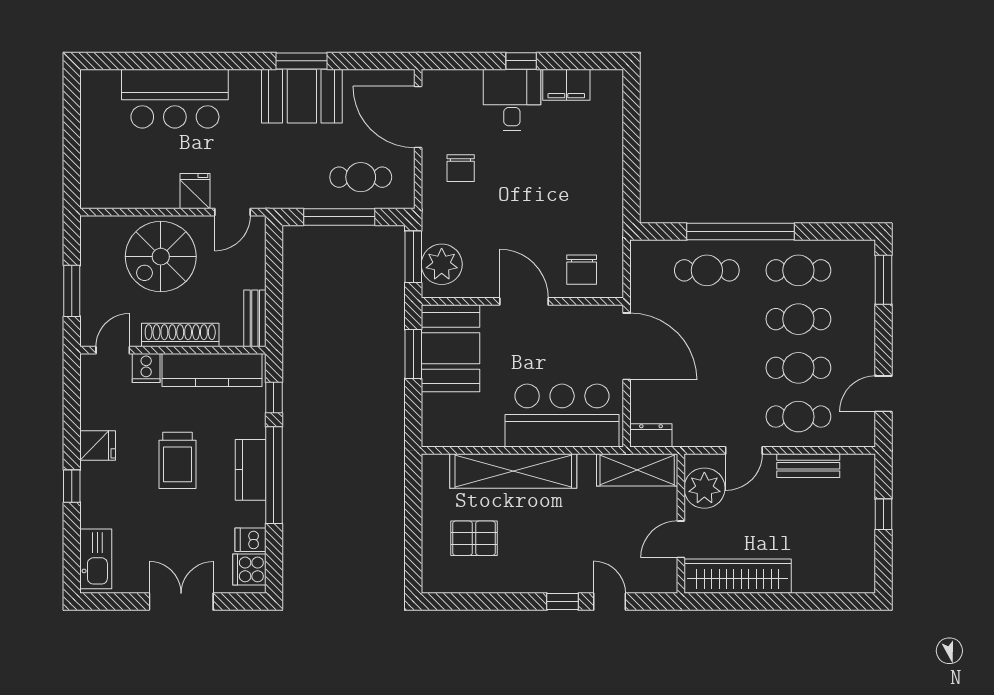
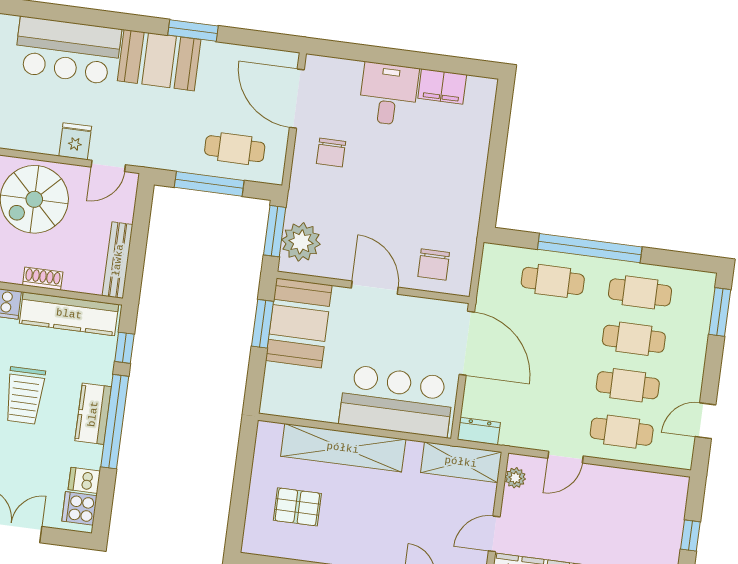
window: (521, 61) -> (402, 58), removed
booth: (302, 96) -> (159, 60), moved
bench: (255, 318) -> (118, 260), width x1.36
shoe rack: (180, 335) -> (43, 279), width x0.51, depth x0.81
bench: (808, 466) -> (625, 480), removed
plant: (704, 488) -> (515, 478), width x0.53, depth x0.53

